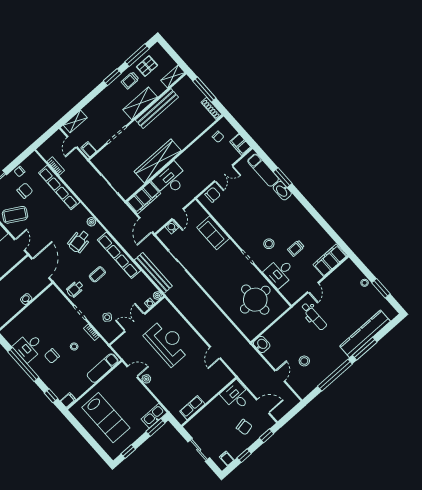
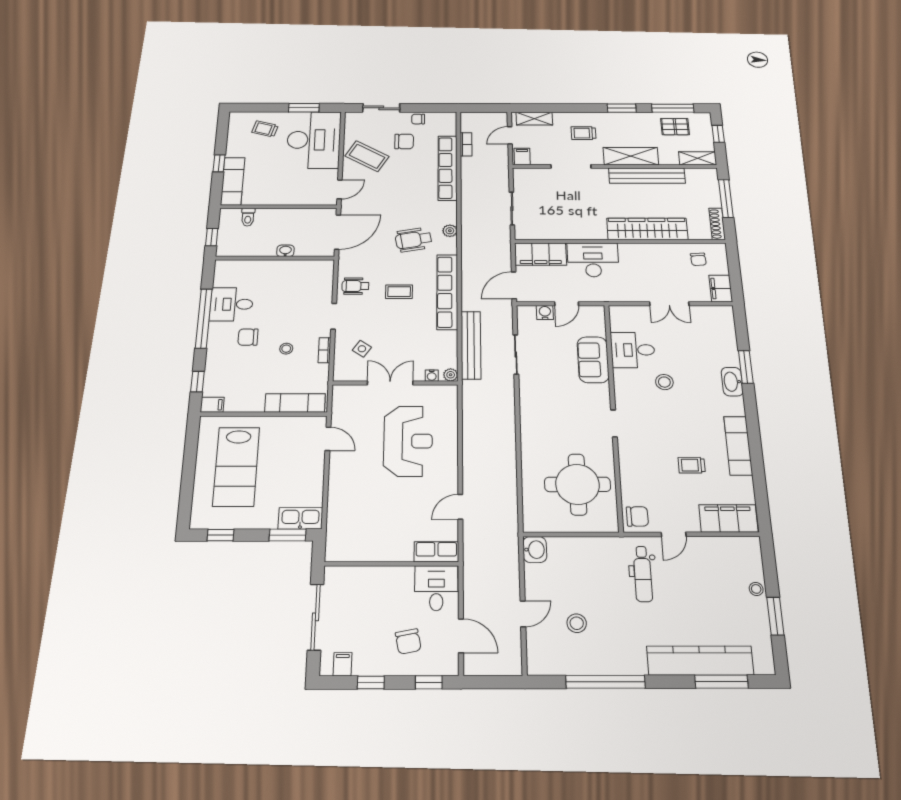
window: (171, 52) -> (718, 134), added
trolley: (130, 80) -> (583, 133), moved
wardrobe: (158, 161) -> (647, 229), moved
exam couch: (263, 170) -> (738, 446), moved
chair: (213, 195) -> (637, 516), moved
stool: (269, 244) -> (664, 382), moved
desk: (280, 273) -> (633, 350), moved
window: (365, 349) -> (721, 682), moved
plant: (146, 379) -> (337, 463), removed
row of seats: (192, 408) -> (436, 552), moved
sliding door: (199, 450) -> (316, 617), width x1.37

